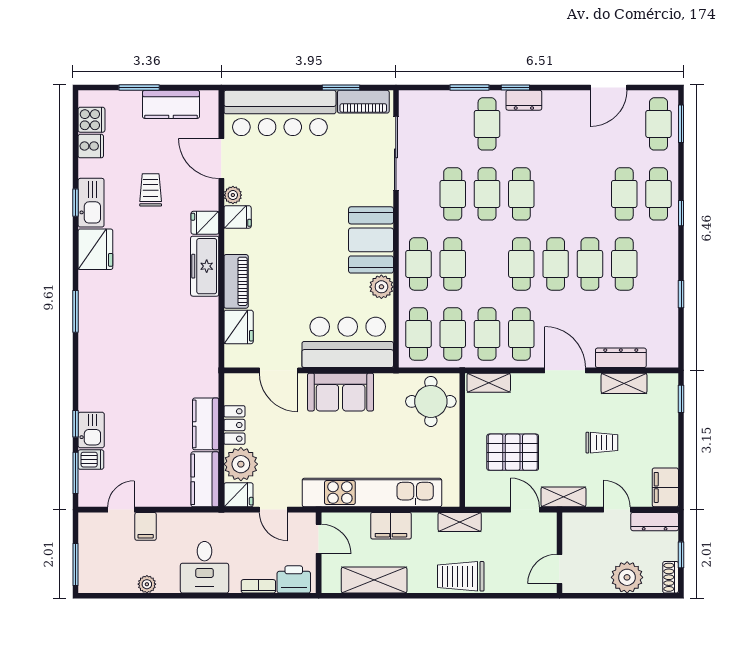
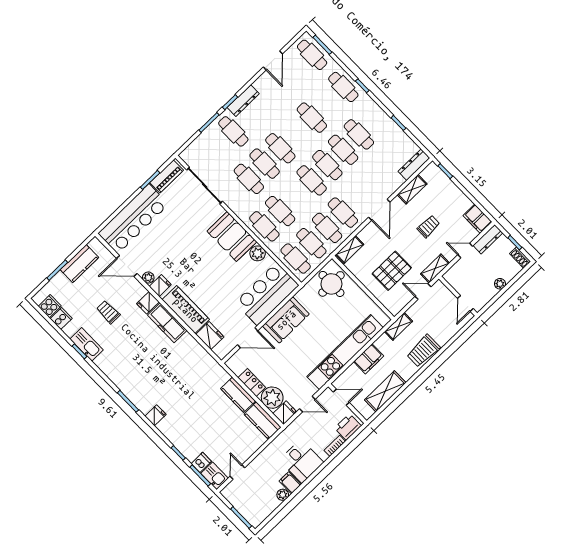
dresser: (524, 100) -> (243, 101), width x1.44
cafe table: (624, 194) -> (312, 118), moved
fridge: (95, 249) -> (156, 415), moved, width x0.53, depth x0.75
piano: (236, 281) -> (186, 310), width x1.37, depth x1.33
dresser: (621, 358) -> (414, 165), moved
door: (565, 370) -> (379, 210), swing flipped
kitchen sink: (91, 430) -> (215, 476), moved
filing cabinet: (146, 526) -> (290, 483), moved, turned 180
plant: (627, 577) -> (500, 284), width x0.53, depth x0.53

